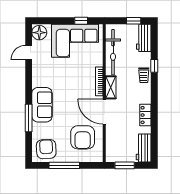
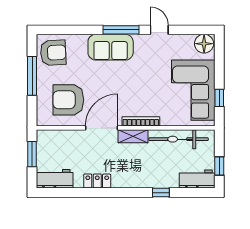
door: (29, 53) -> (159, 30), moved
trolley: (144, 75) -> (149, 179), removed
window: (29, 118) -> (121, 30), moved

